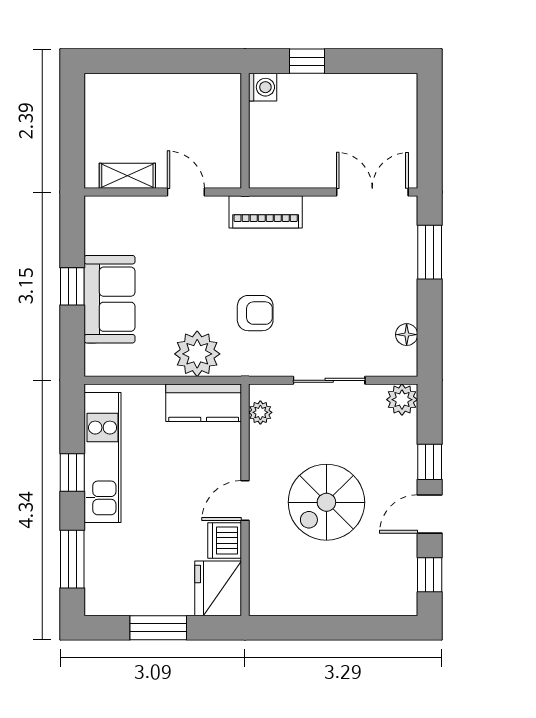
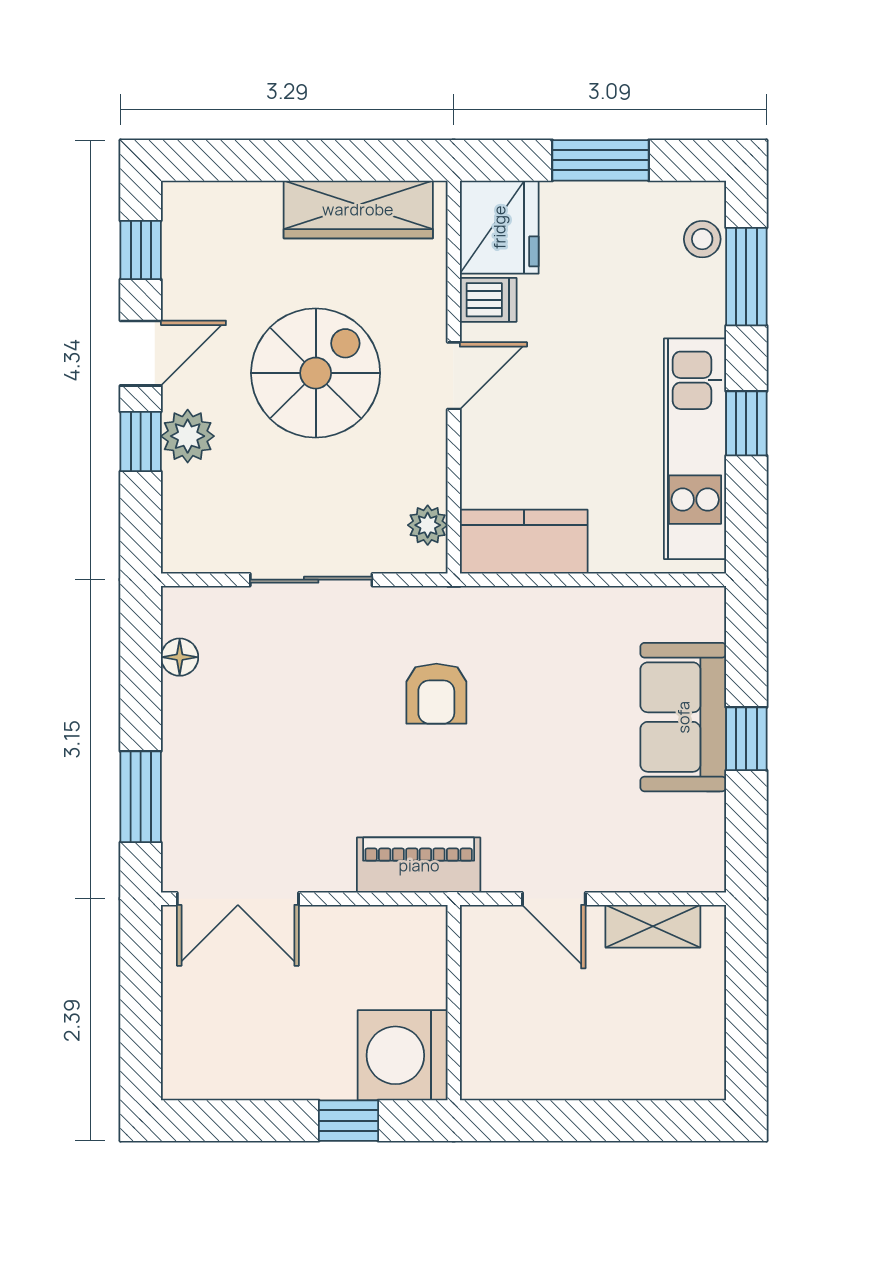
washing machine: (263, 87) -> (403, 1055), width x1.89, depth x1.89
armchair: (255, 313) -> (436, 694), turned -90
plant: (197, 354) -> (535, 625), removed
plant: (402, 400) -> (188, 436), moved
dishwasher: (225, 541) -> (488, 300), width x0.73
stool: (98, 581) -> (702, 239), added
wardrobe: (301, 599) -> (358, 209), added

